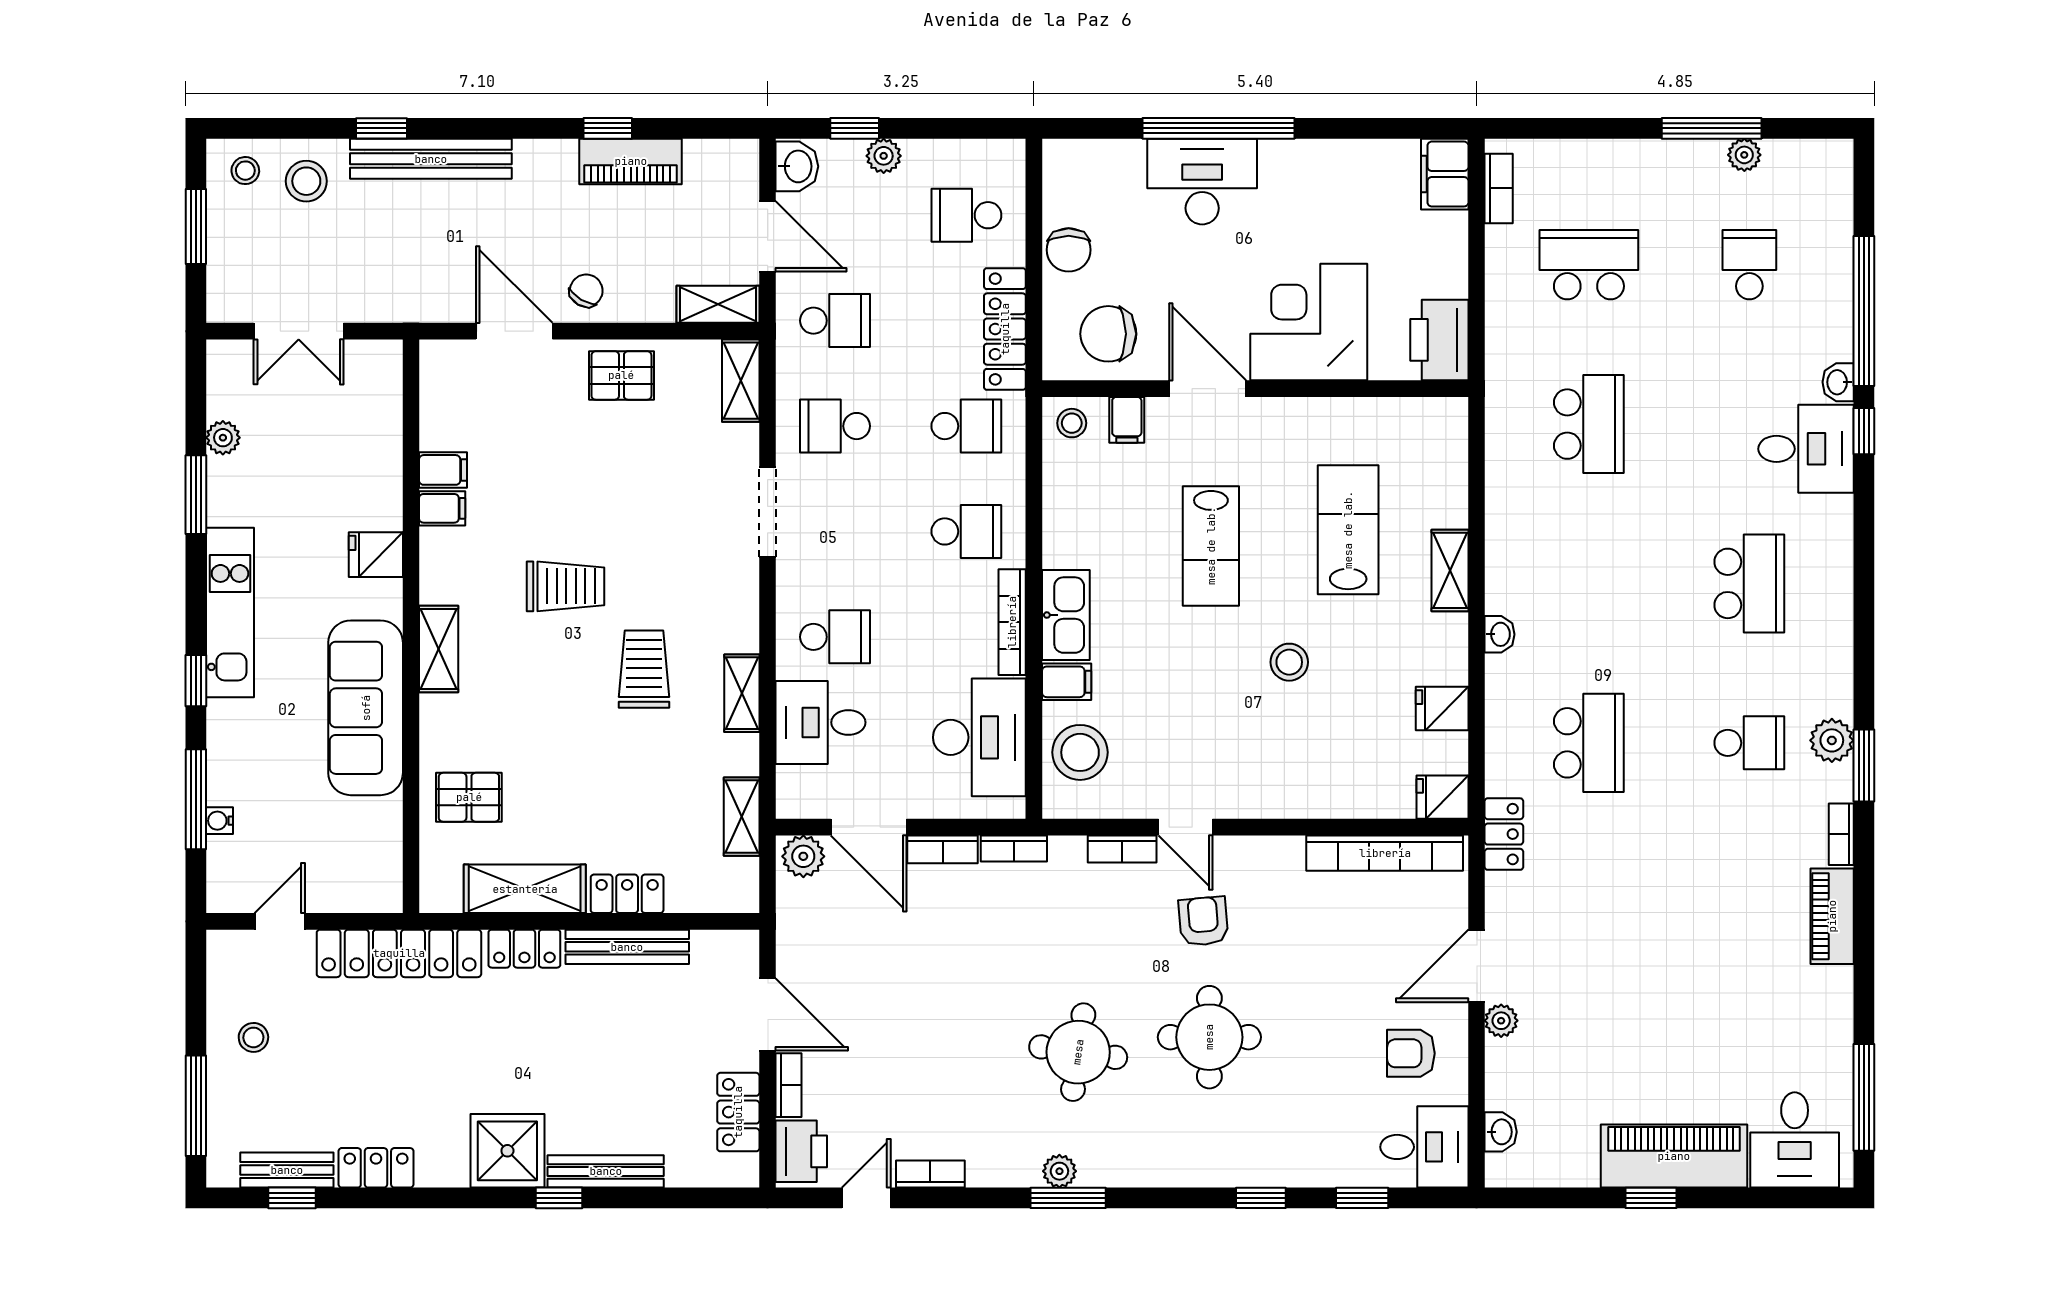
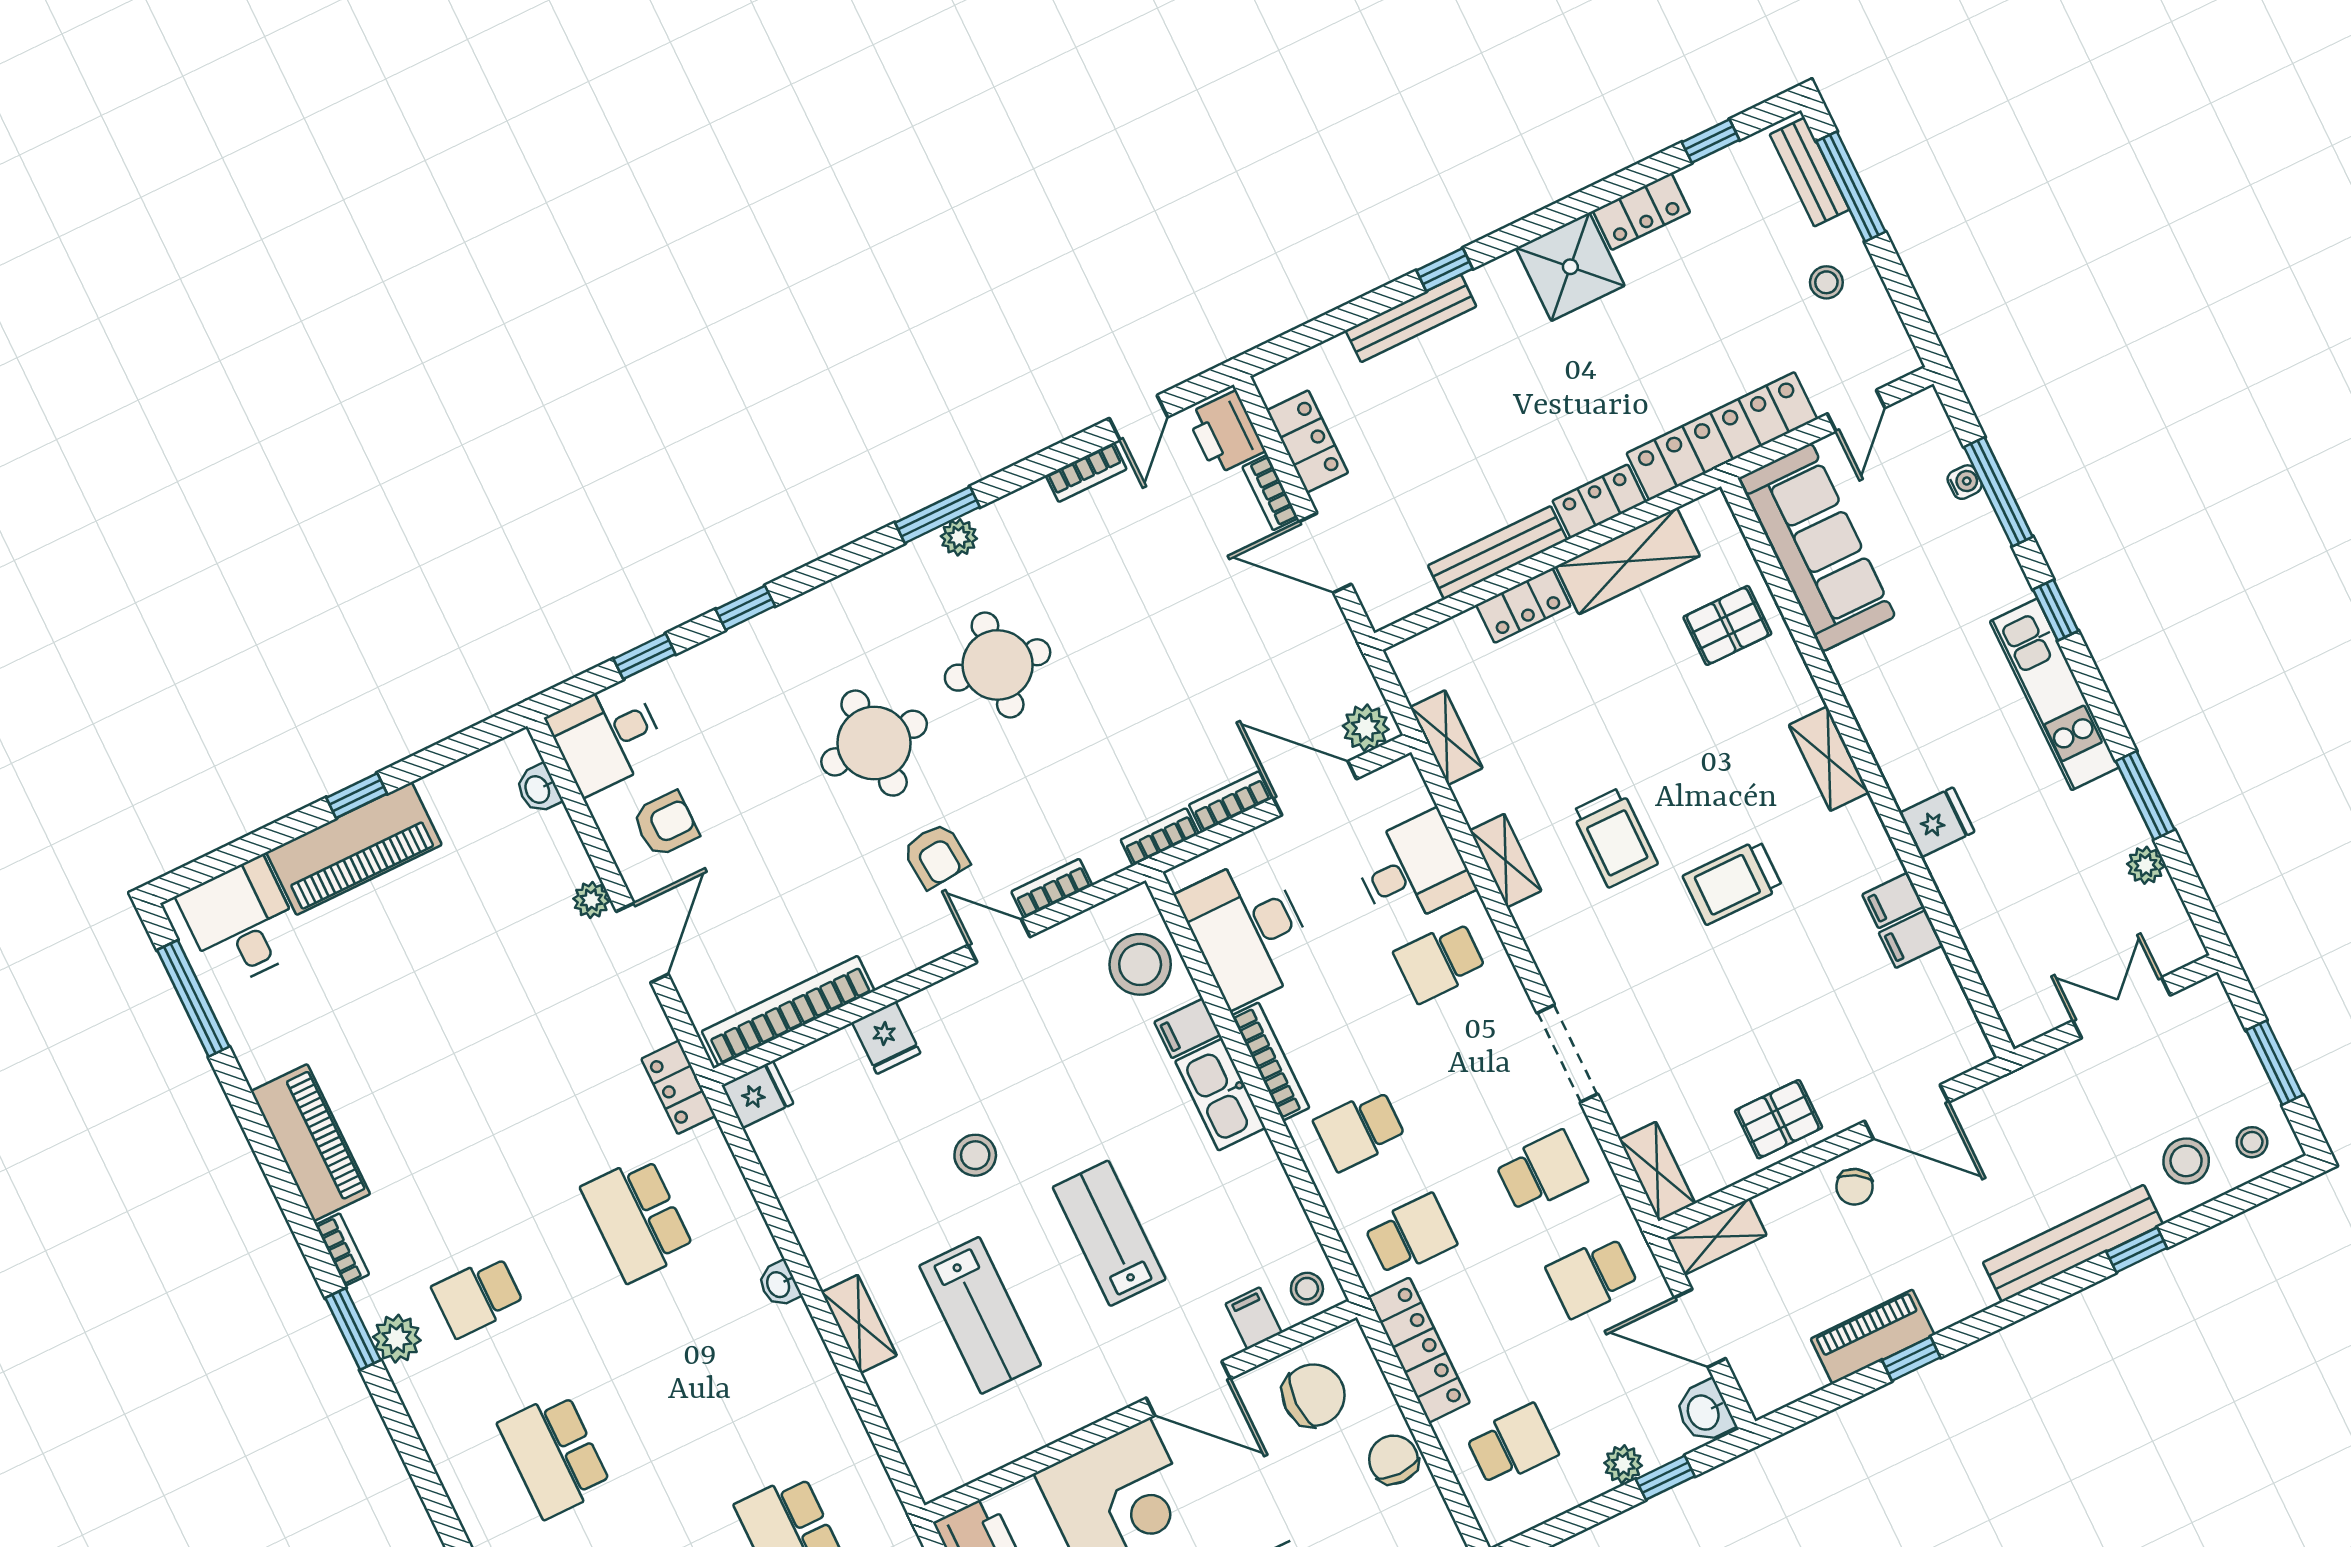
school desk: (966, 426) -> (1411, 1235), turned 180
sofa: (366, 708) -> (1817, 547), moved
fridge: (1442, 709) -> (886, 1038), moved, turned 90
piano: (1832, 916) -> (310, 1143), width x1.37, depth x1.33
shower: (507, 1151) -> (1570, 267), moved
bench: (287, 1170) -> (1809, 172), moved, turned 90

